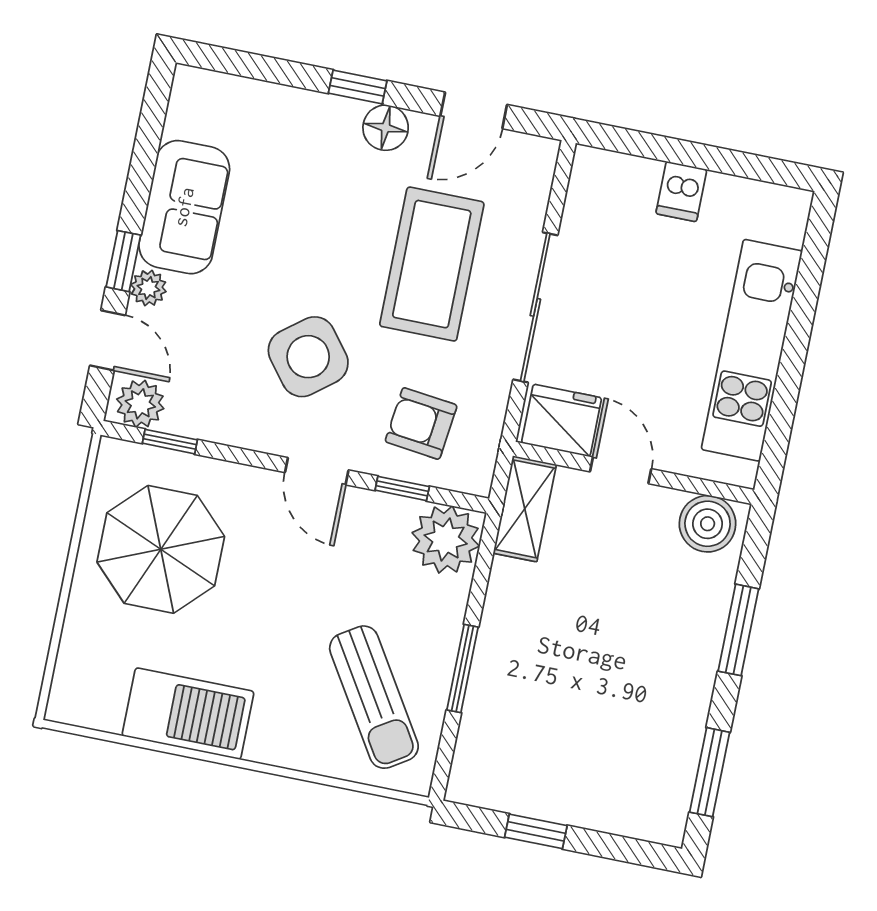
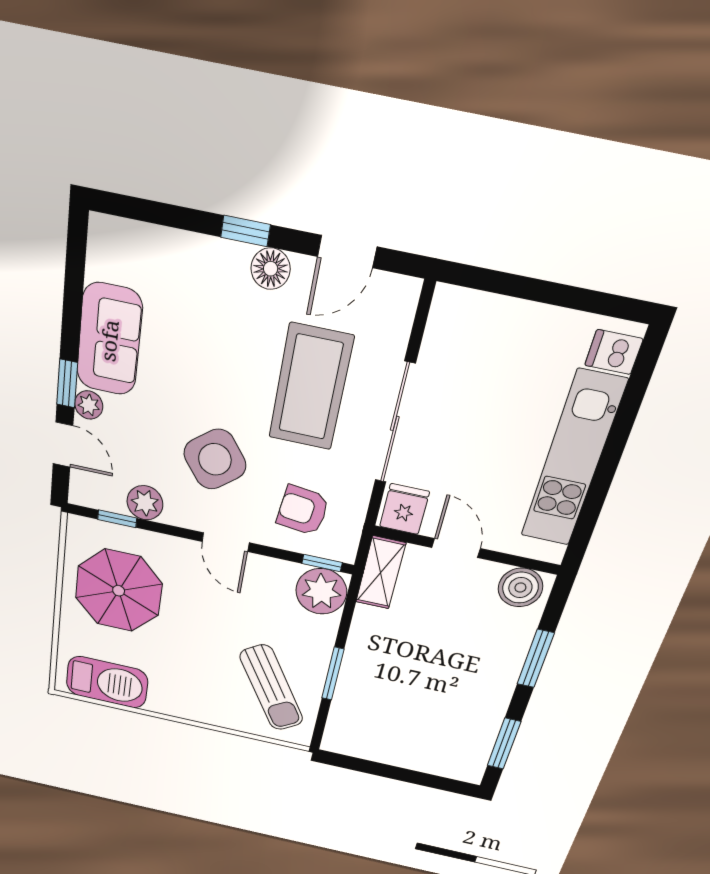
dishwasher: (681, 192) -> (614, 352), moved, turned 90
plant: (140, 404) -> (145, 503), moved
fridge: (562, 420) -> (404, 509), width x0.72
window: (402, 488) -> (322, 563), moved
barbecue: (188, 714) -> (107, 682), moved
window: (536, 831) -> (381, 770), removed

